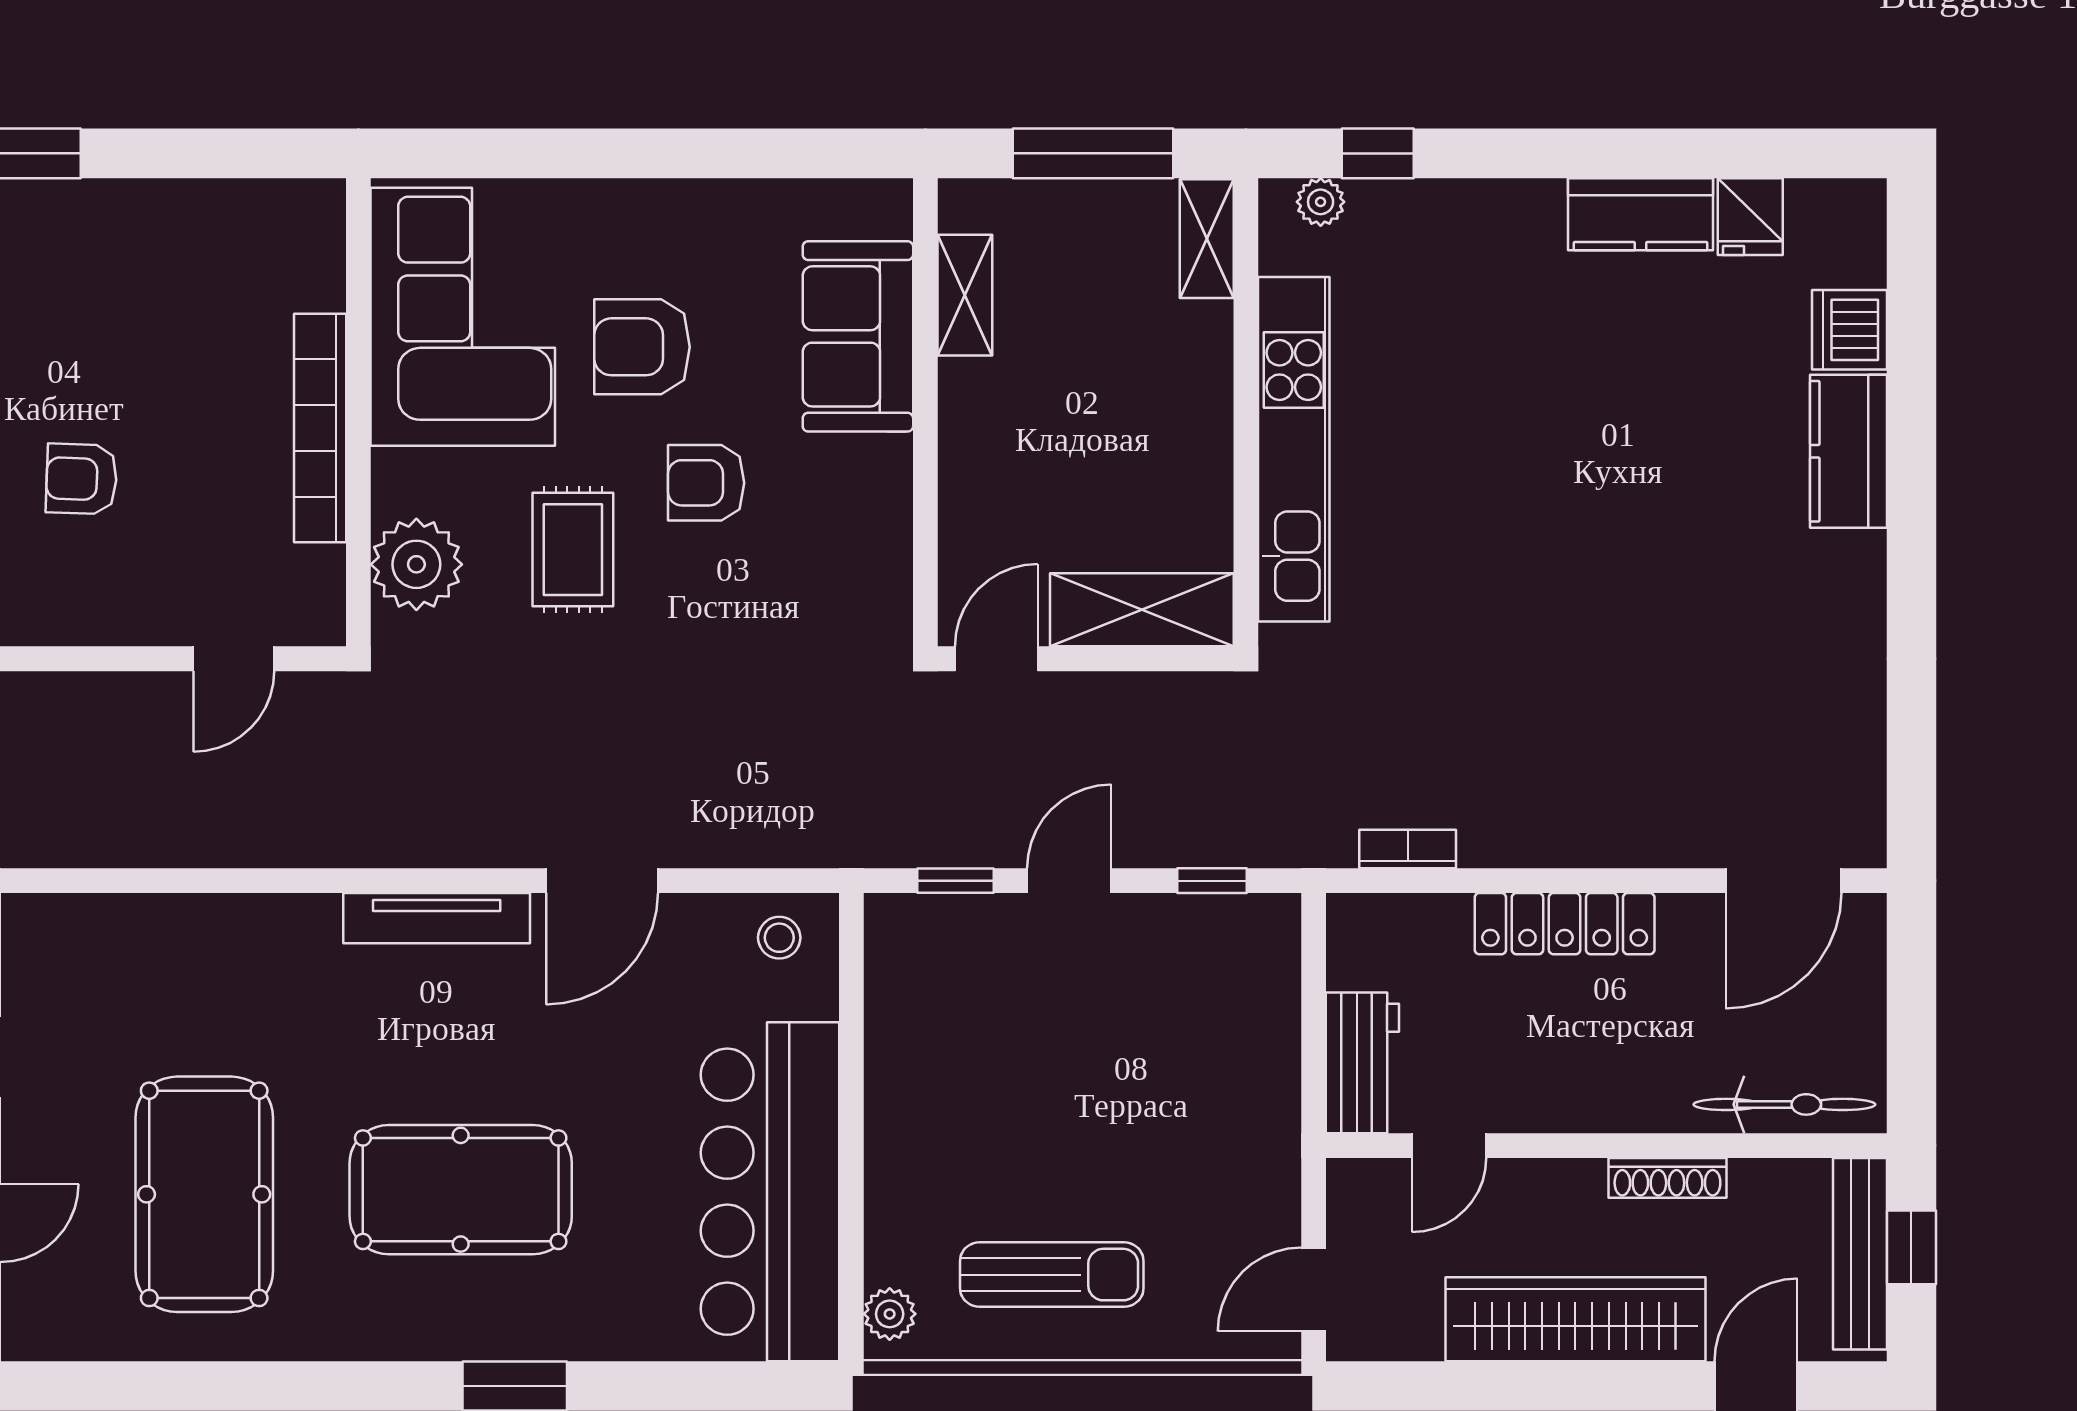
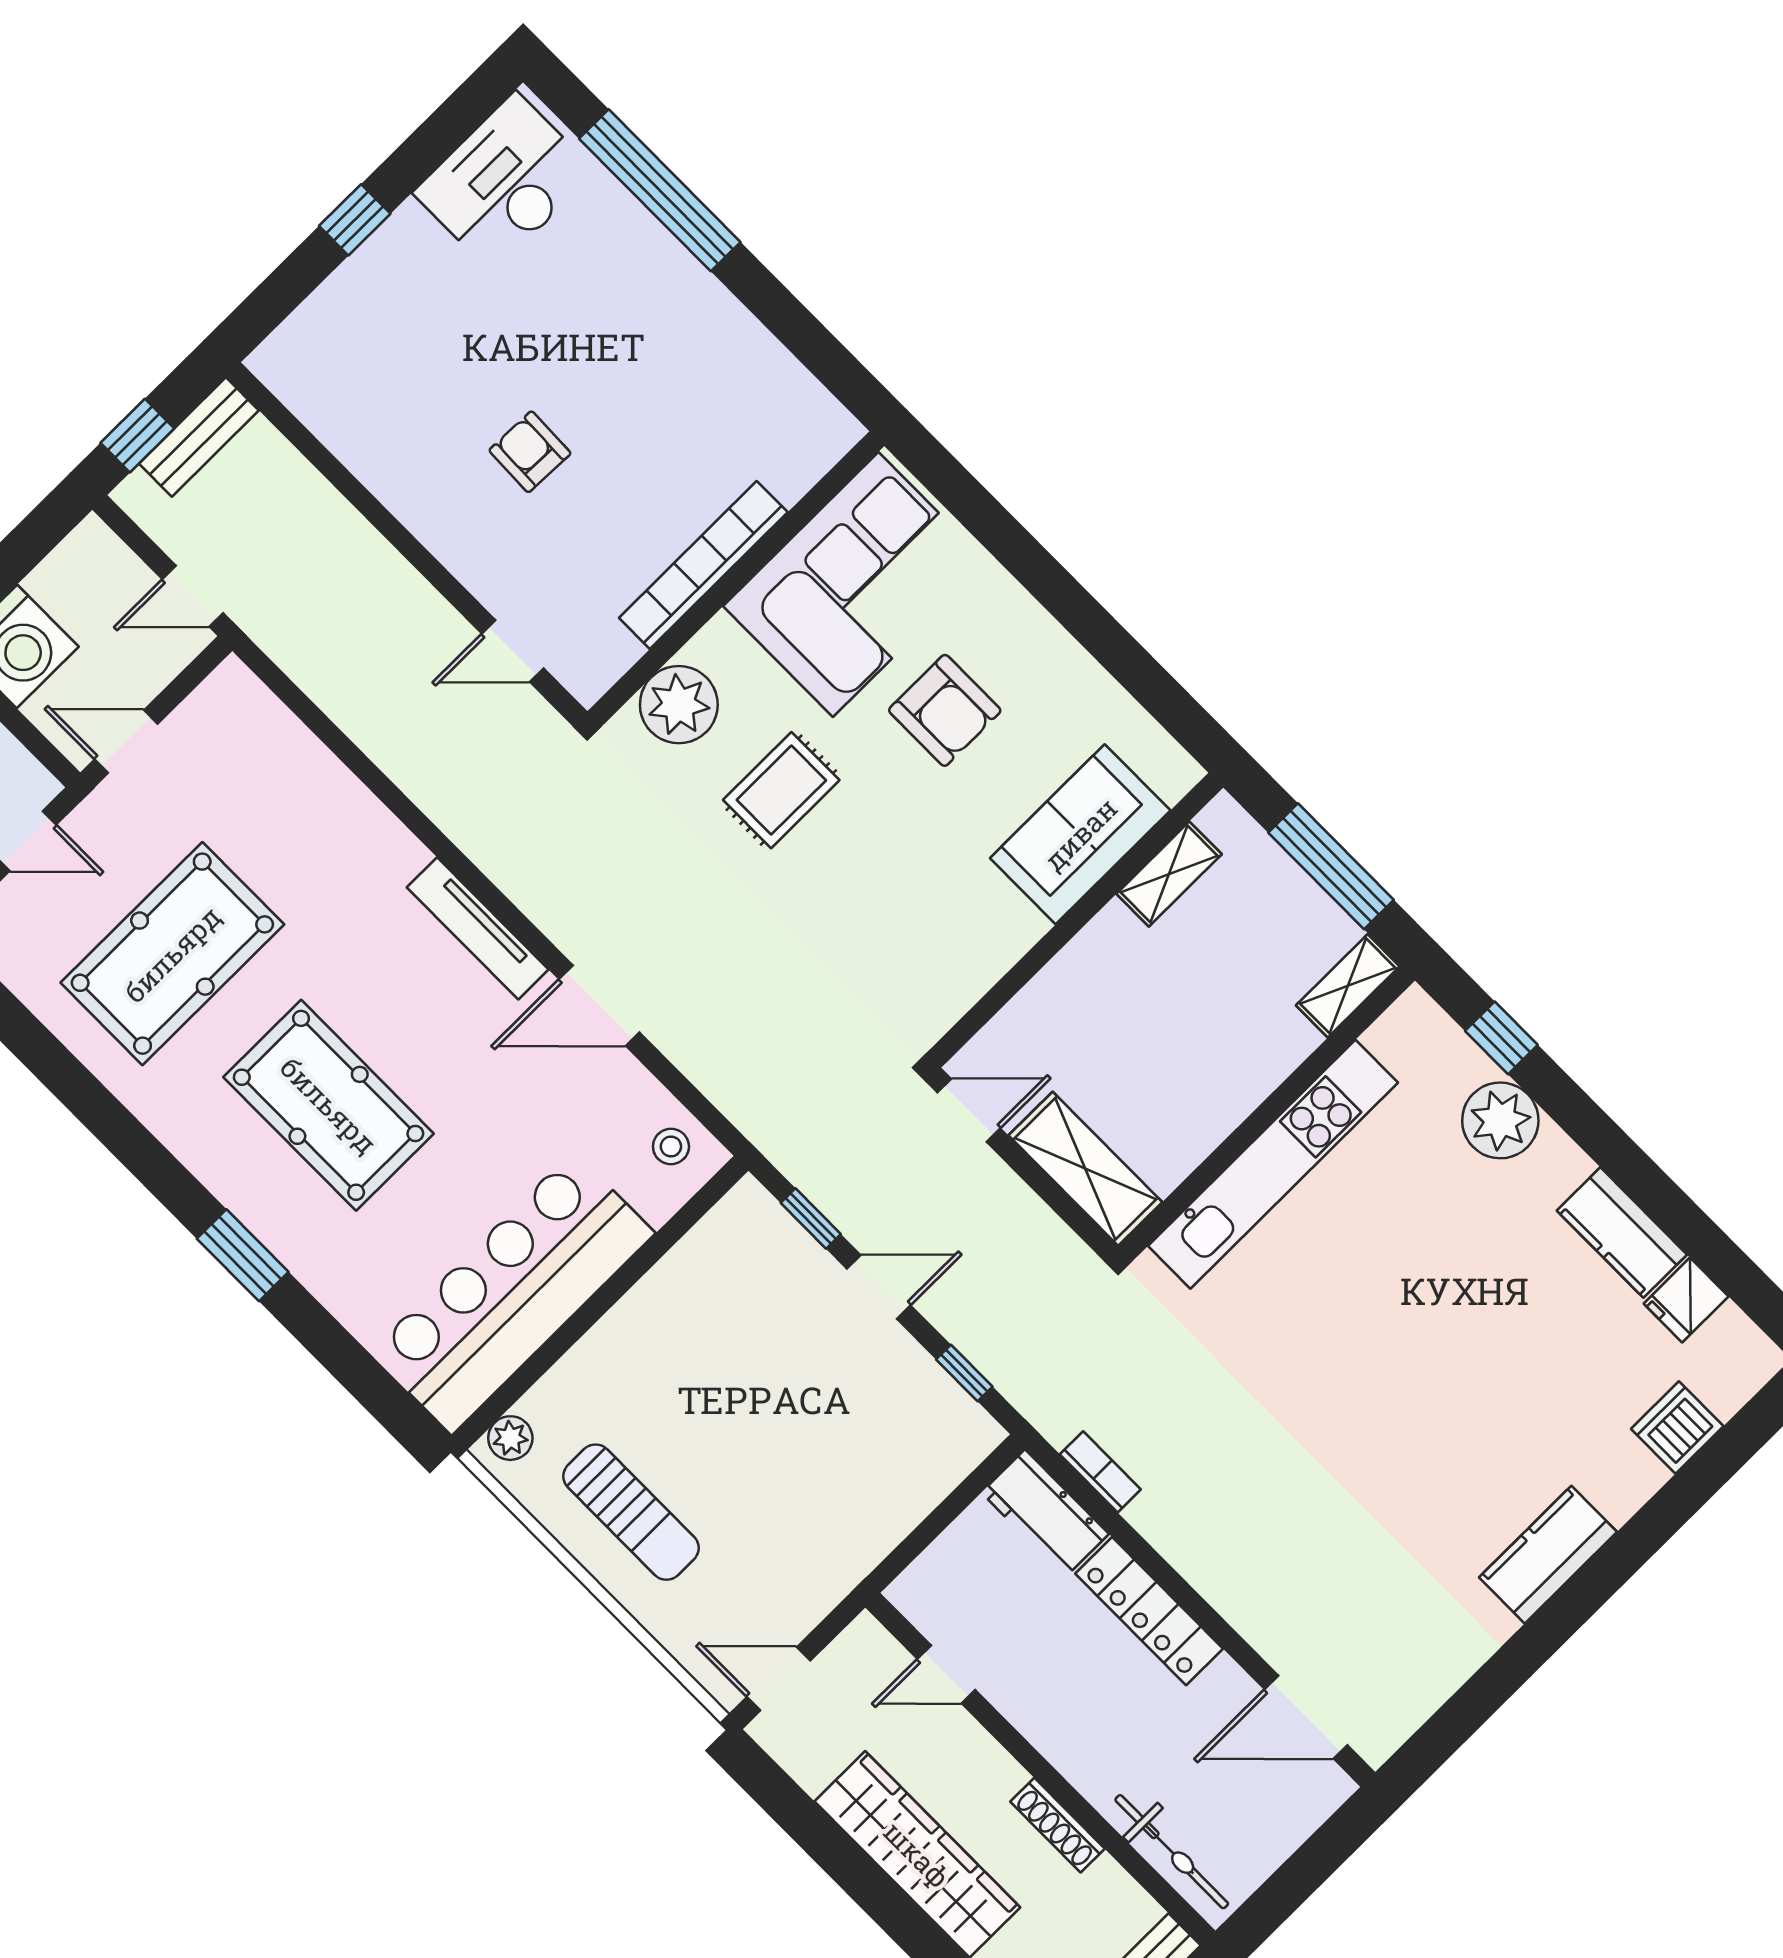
plant: (1321, 202) -> (1500, 1120), moved, width x1.88, depth x1.88
armchair: (642, 347) -> (945, 710), turned 180
kitchen counter: (1848, 451) -> (1548, 1555), moved
armchair: (706, 483) -> (901, 830), removed
workbench: (1362, 1063) -> (1045, 1513), moved, turned 90

